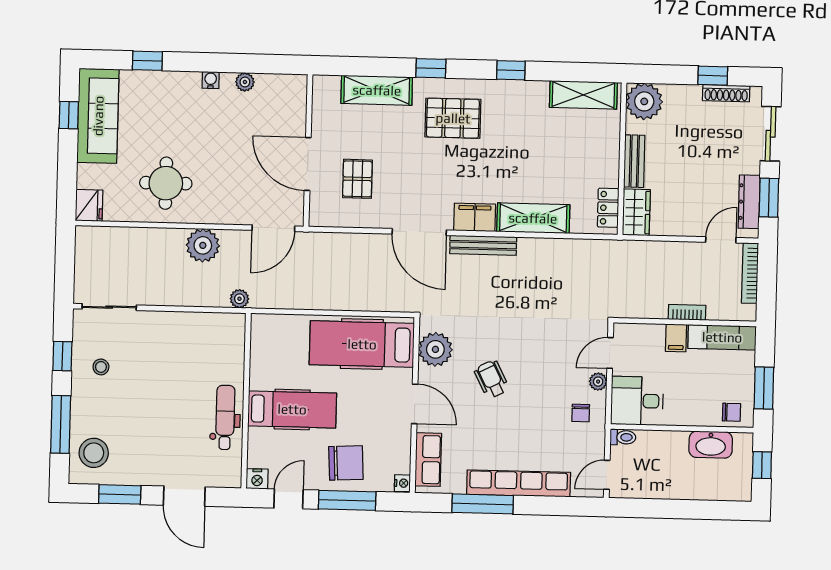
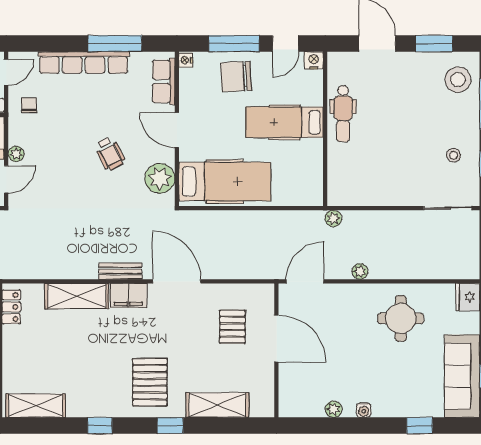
pallet: (453, 118) -> (150, 382), turned 90
plant: (203, 245) -> (360, 271), width x0.53, depth x0.53
bench: (483, 245) -> (120, 271), width x0.73
chair: (581, 413) -> (29, 105), moved

